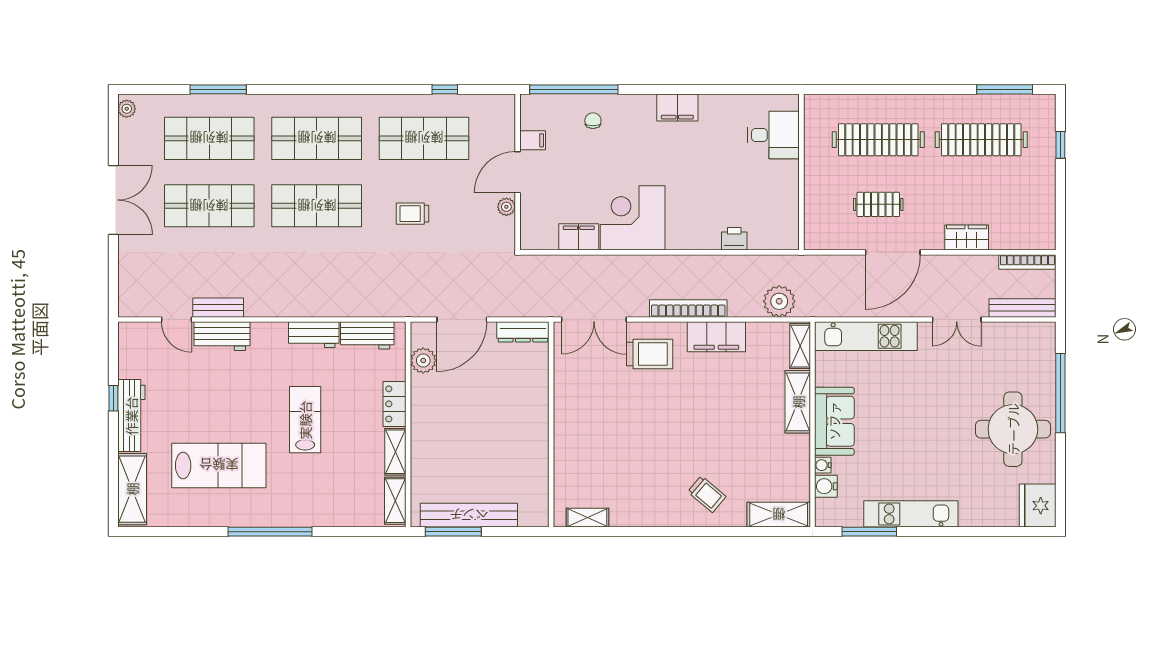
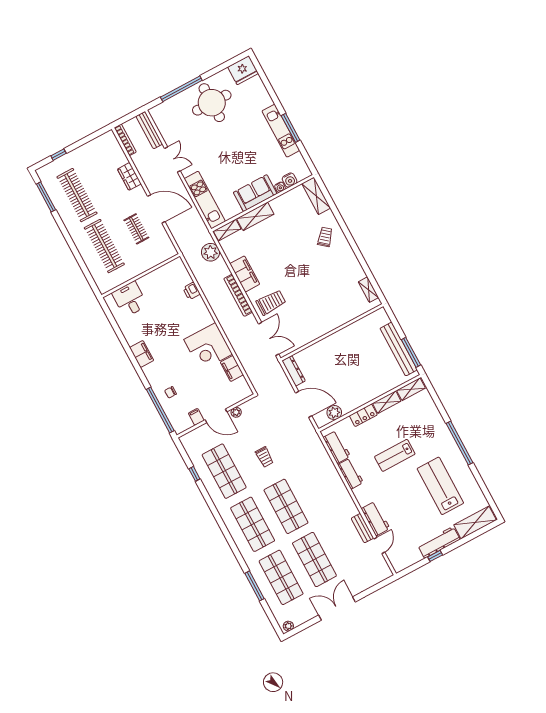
trolley: (650, 354) -> (271, 302), turned 90
window: (869, 532) -> (291, 128), moved

